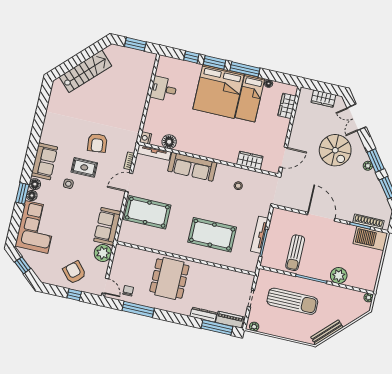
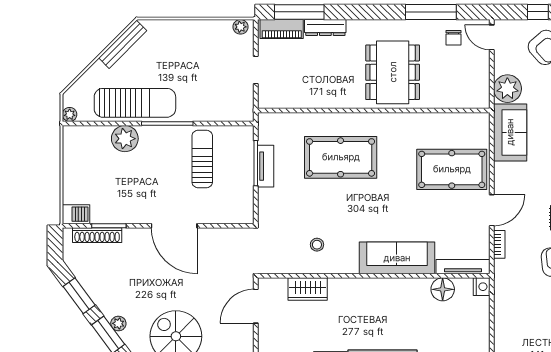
tv unit: (259, 235) -> (266, 166), width x0.71
barbecue: (370, 238) -> (76, 214), width x0.53, depth x0.65
sun lounger: (292, 301) -> (135, 103), moved, turned 180

